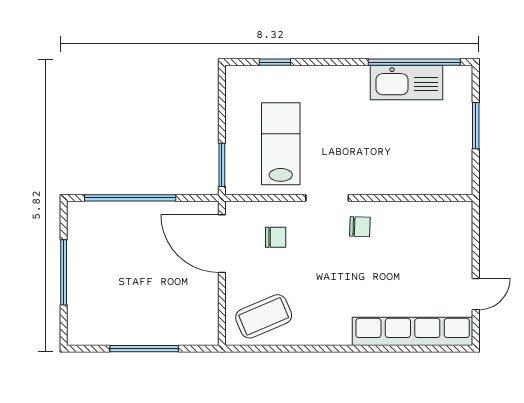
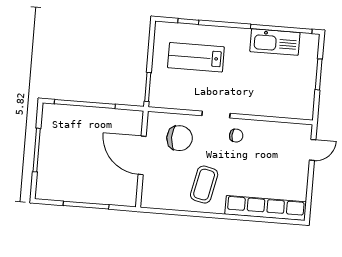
lab bench: (281, 144) -> (196, 57), moved, turned -90
chair: (276, 237) -> (180, 138), width x1.87, depth x1.87
door: (222, 244) -> (142, 155), moved
door: (476, 294) -> (313, 150), moved
coffee table: (264, 316) -> (204, 185), moved, turned -55

